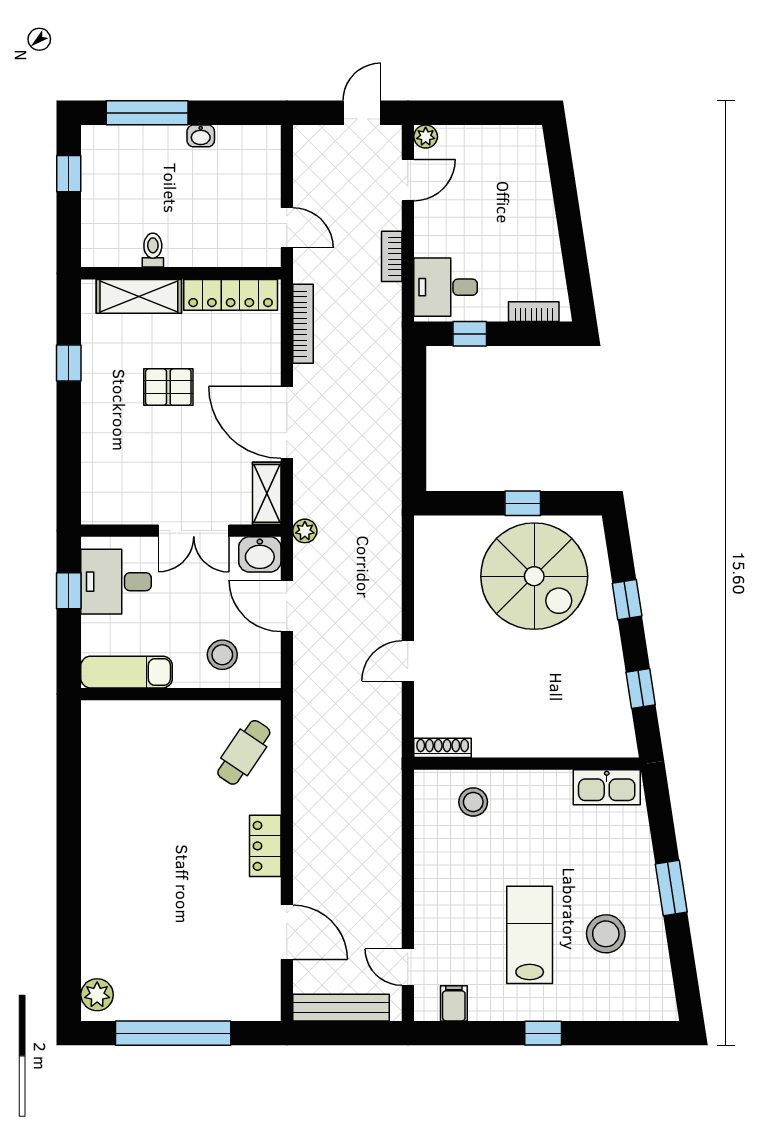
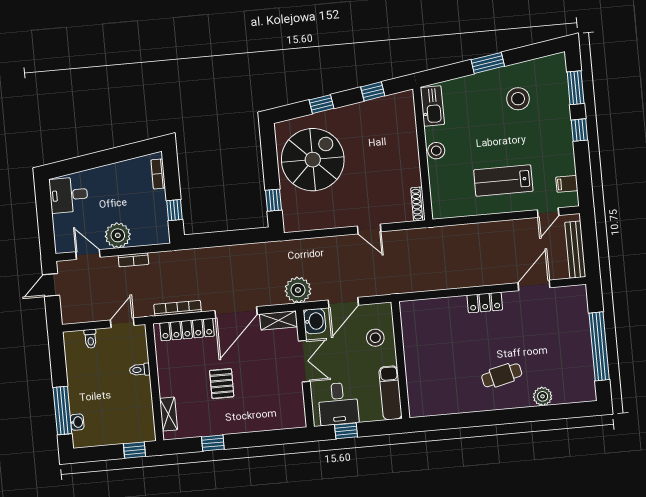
door: (362, 113) -> (51, 285), hinge flipped
washbasin: (201, 136) -> (77, 422), moved
plant: (426, 137) -> (118, 235), moved, width x1.88, depth x1.88
toilet: (265, 171) -> (90, 339), added
window: (69, 174) -> (135, 450), moved
toilet: (153, 250) -> (140, 370), moved
desk: (446, 287) -> (69, 195), moved, turned 90
locker: (231, 295) -> (187, 330), moved, turned 90
shelving: (139, 296) -> (168, 414), width x0.67, depth x0.75
window: (523, 503) -> (274, 200), moved
plant: (305, 531) -> (298, 290), width x1.88, depth x1.88
cafe table: (244, 752) -> (502, 375), moved, turned -47
stool: (473, 802) -> (436, 151), moved
lab bench: (530, 935) -> (503, 181), moved
plant: (97, 995) -> (543, 396), moved
window: (615, 1033) -> (576, 88), added

